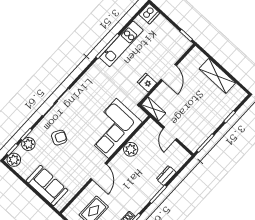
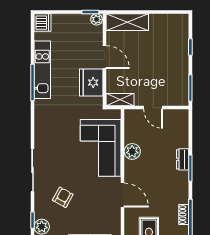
plant: (186, 44) -> (97, 19), added
shelving: (217, 76) -> (127, 22), moved
fridge: (147, 83) -> (91, 83), width x1.88, depth x1.34
dresser: (166, 176) -> (183, 159), moved

